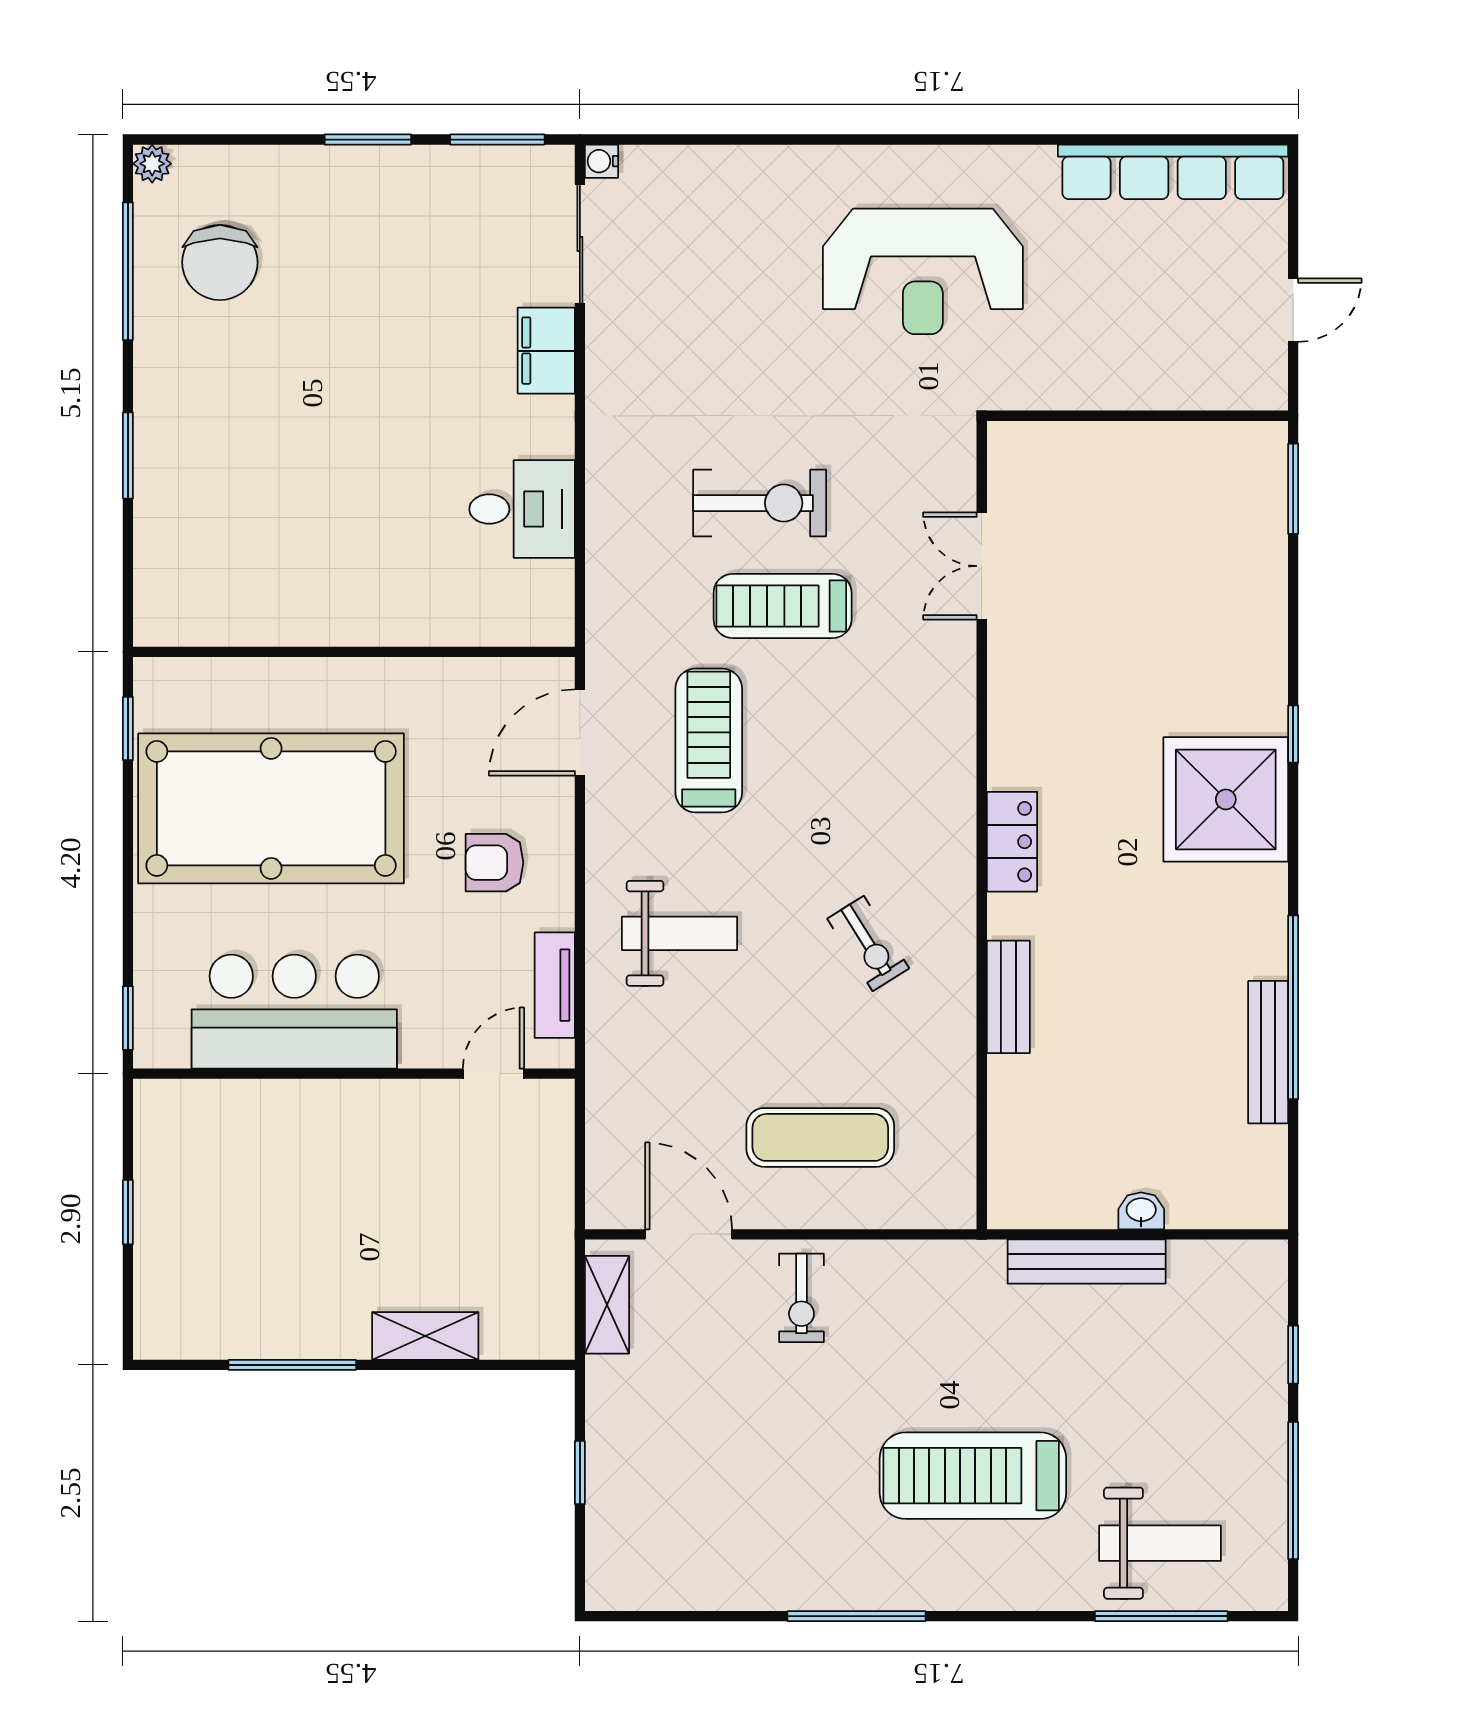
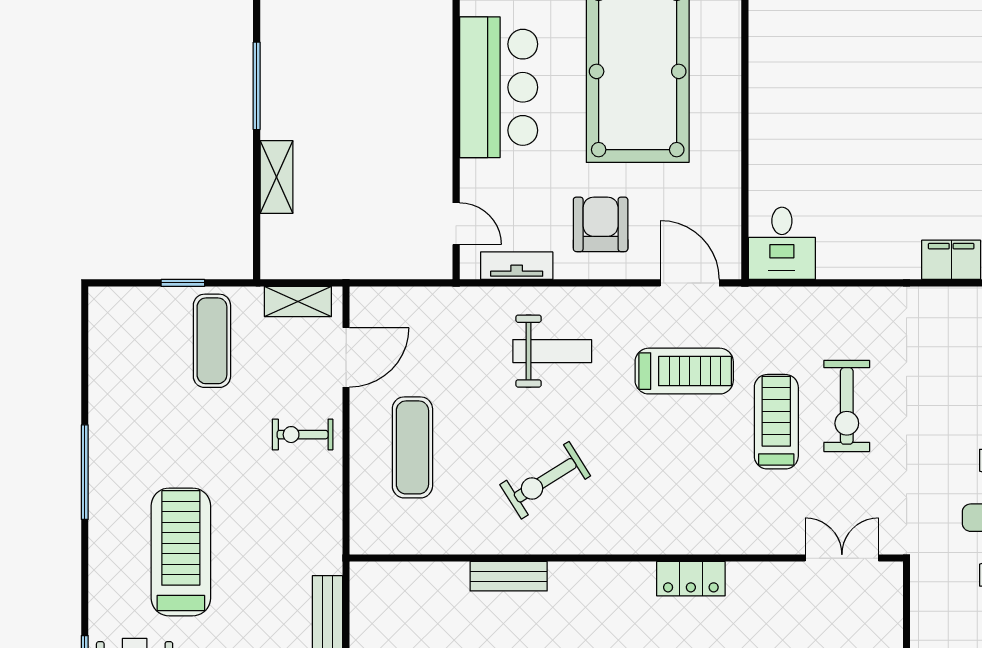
desk: (522, 509) -> (782, 243), moved
double door: (982, 566) -> (842, 558), moved
locker: (1012, 842) -> (691, 579), moved
armchair: (494, 863) -> (601, 224), width x1.38, depth x1.38
weight bench: (680, 933) -> (552, 351), turned -90
exercise bike: (868, 943) -> (545, 480), width x1.38, depth x1.39
exercise mat: (665, 1430) -> (212, 341), added

